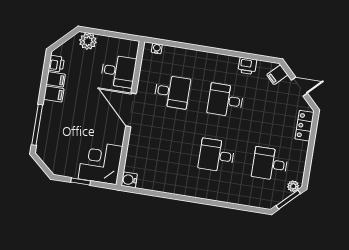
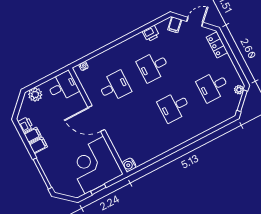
desk: (118, 71) -> (63, 86), moved
corner desk: (100, 163) -> (94, 165), width x1.36, depth x1.36

